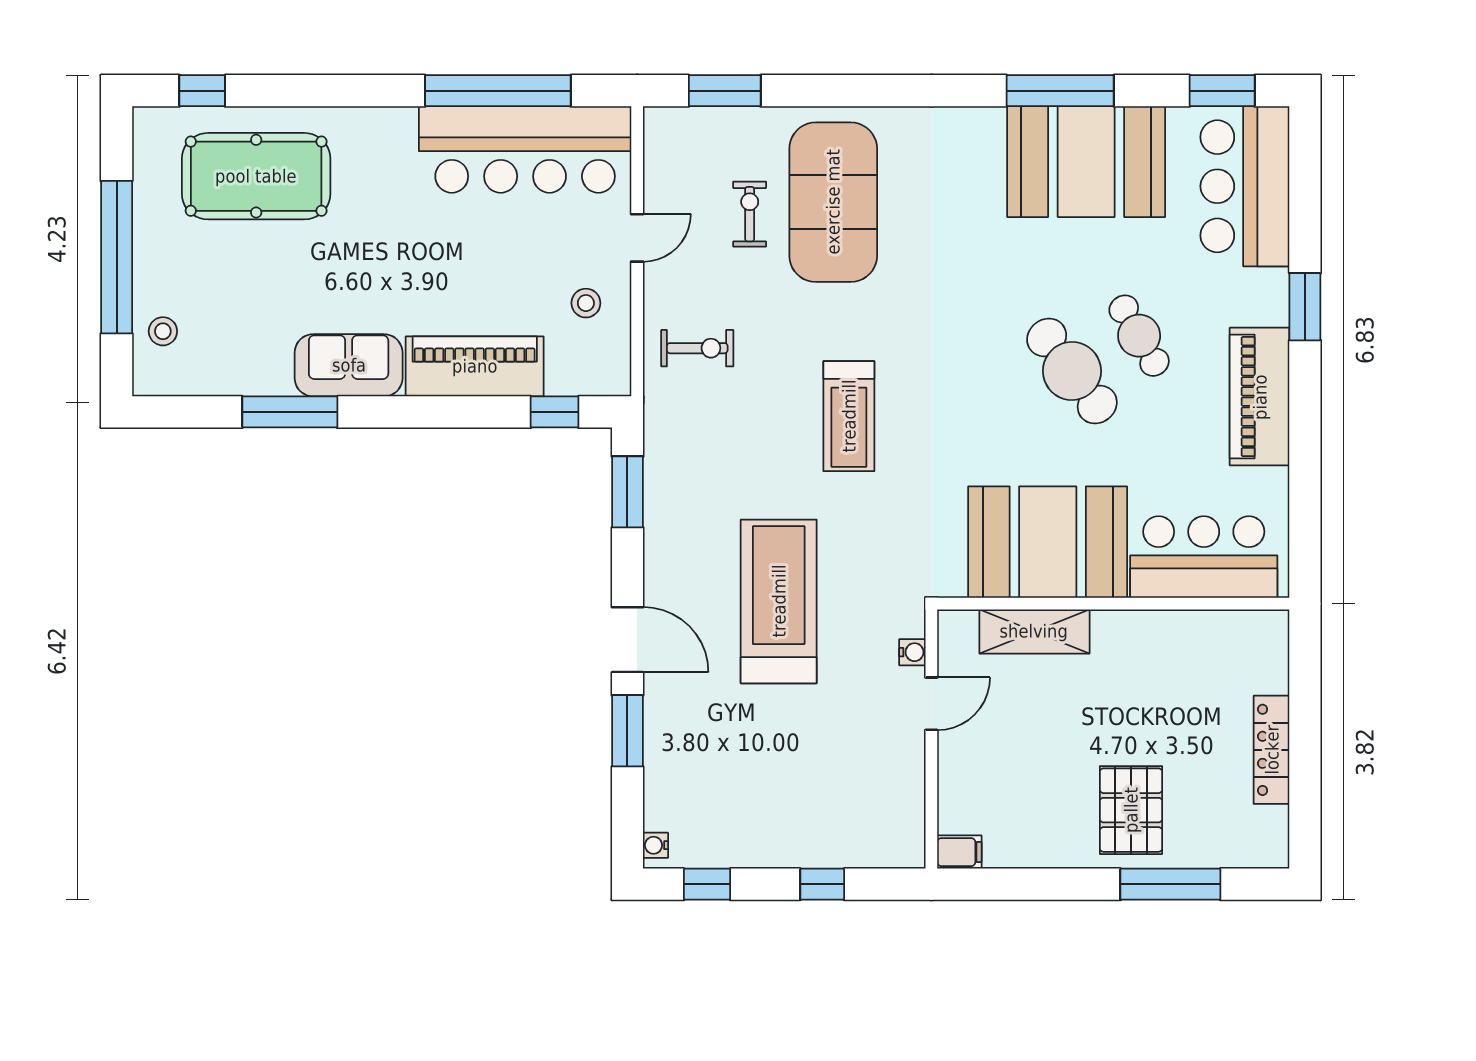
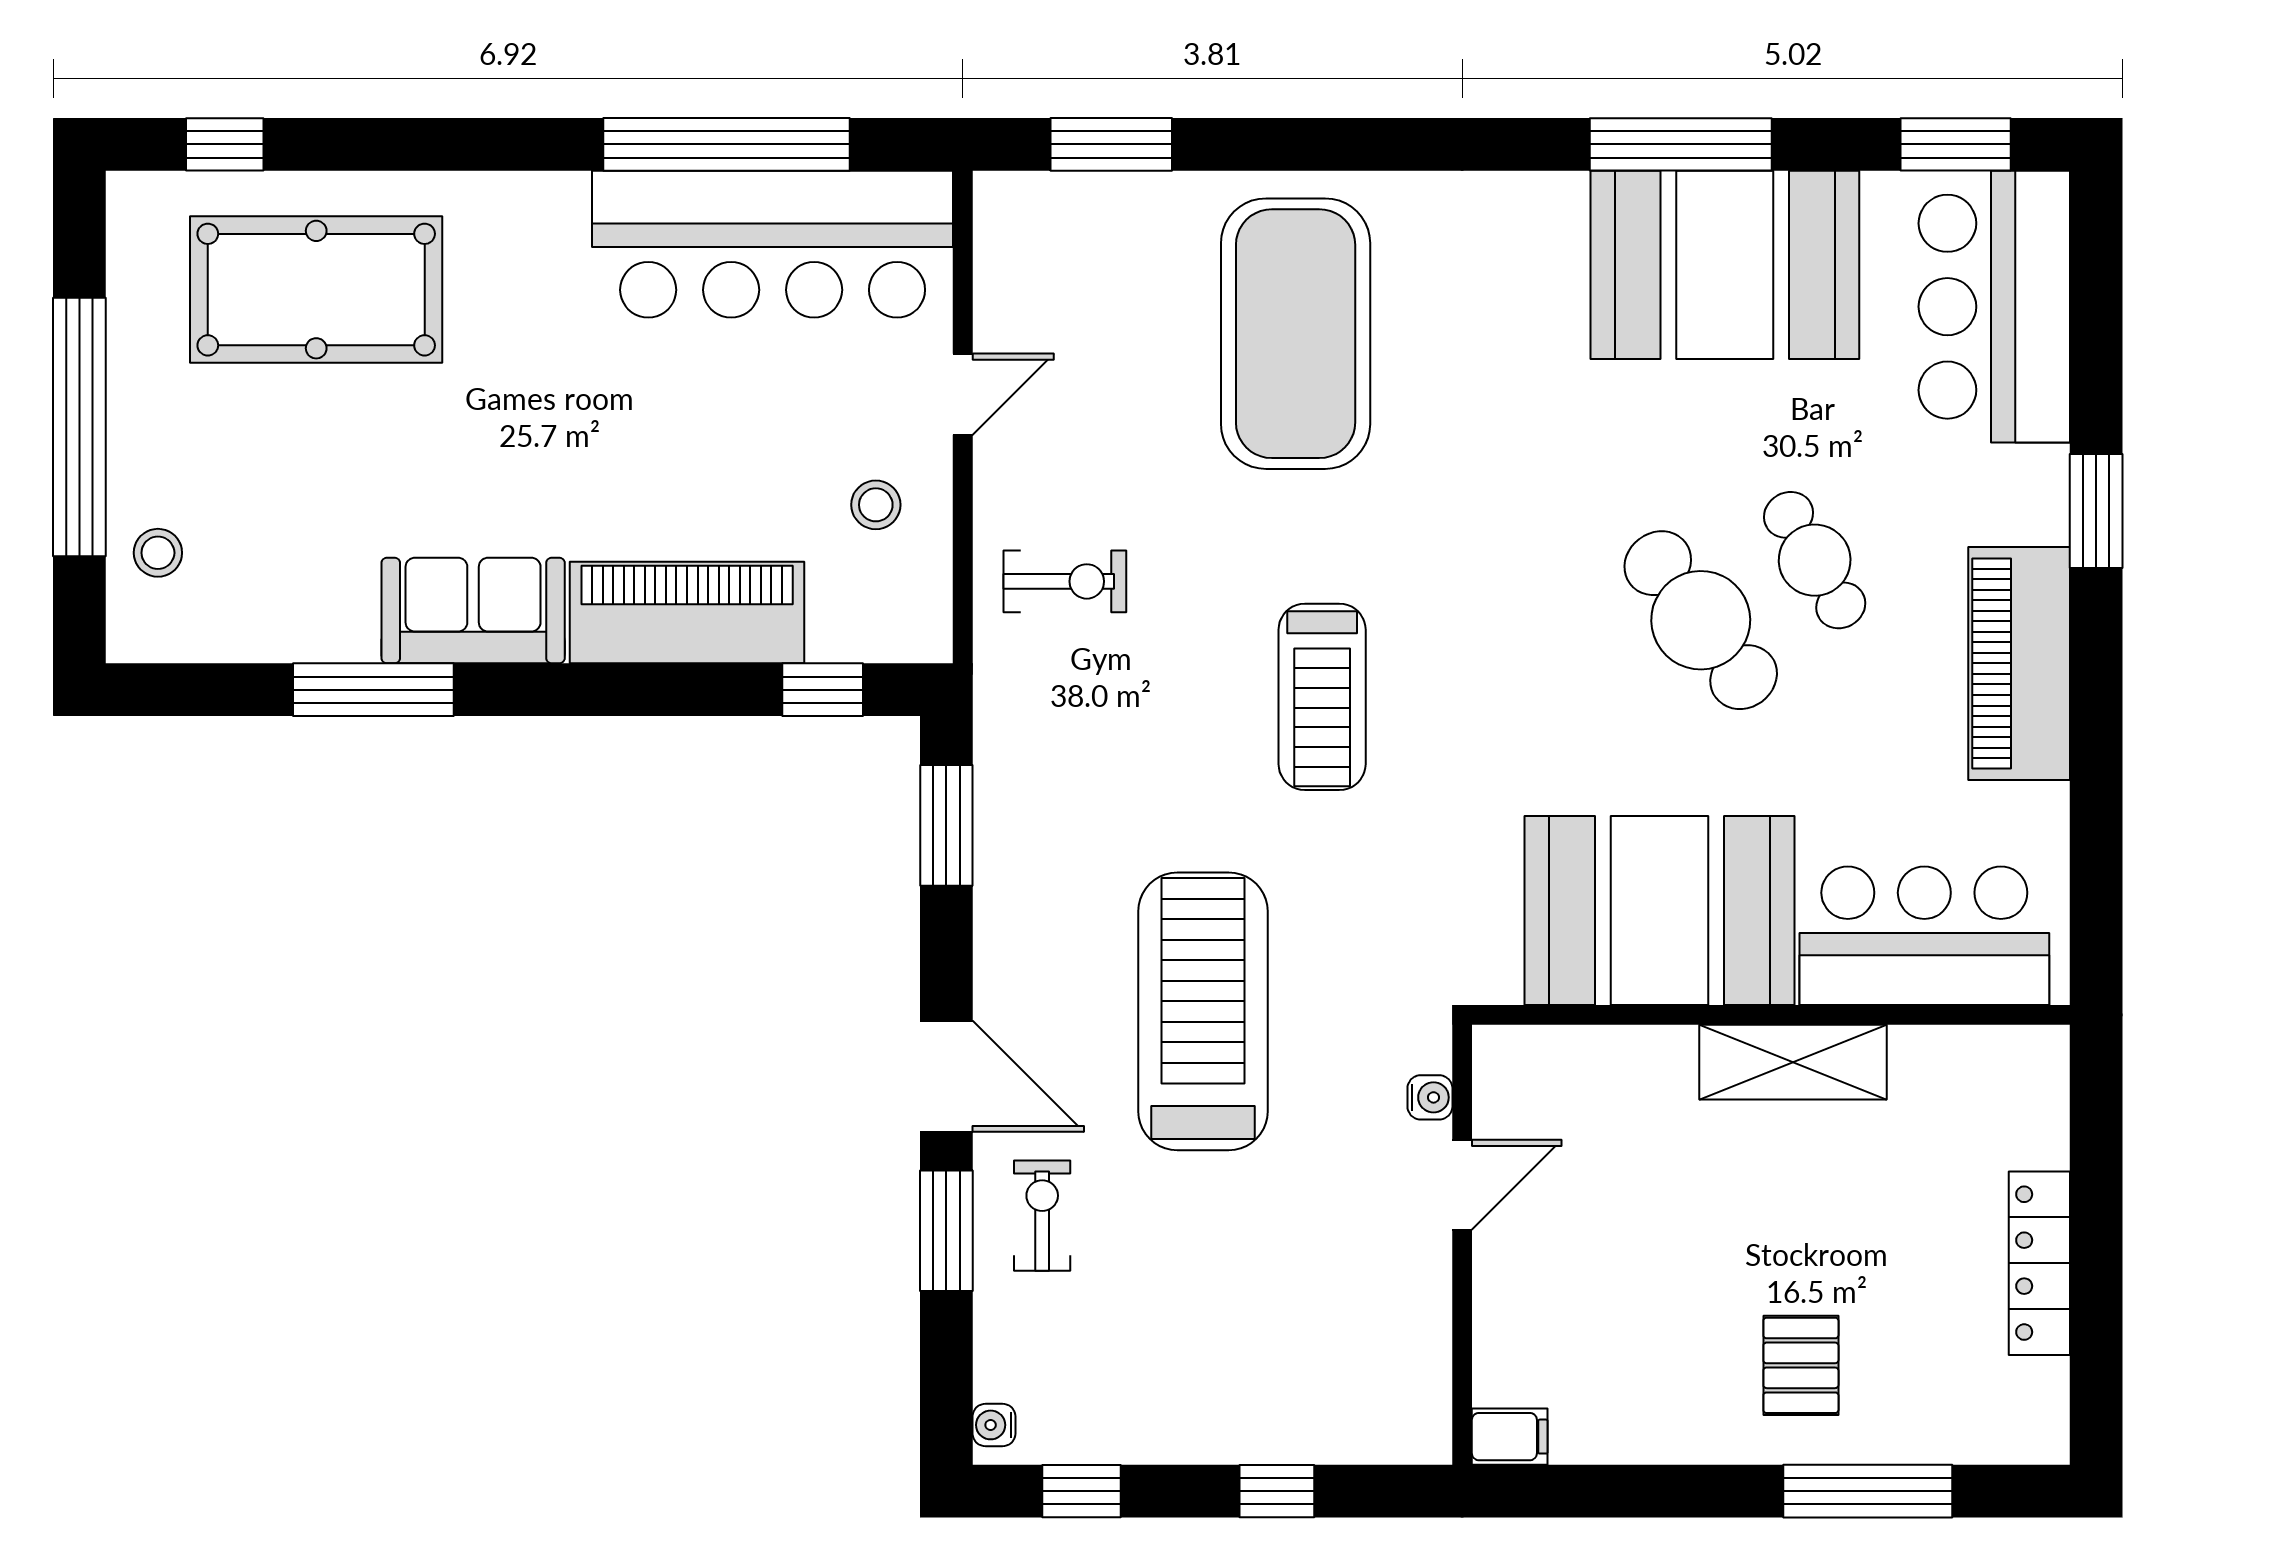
exercise bike: (750, 214) -> (1042, 1216), moved
shelving: (1034, 631) -> (1793, 1062), moved
pallet: (1131, 810) -> (1801, 1365), width x0.67, depth x0.71

